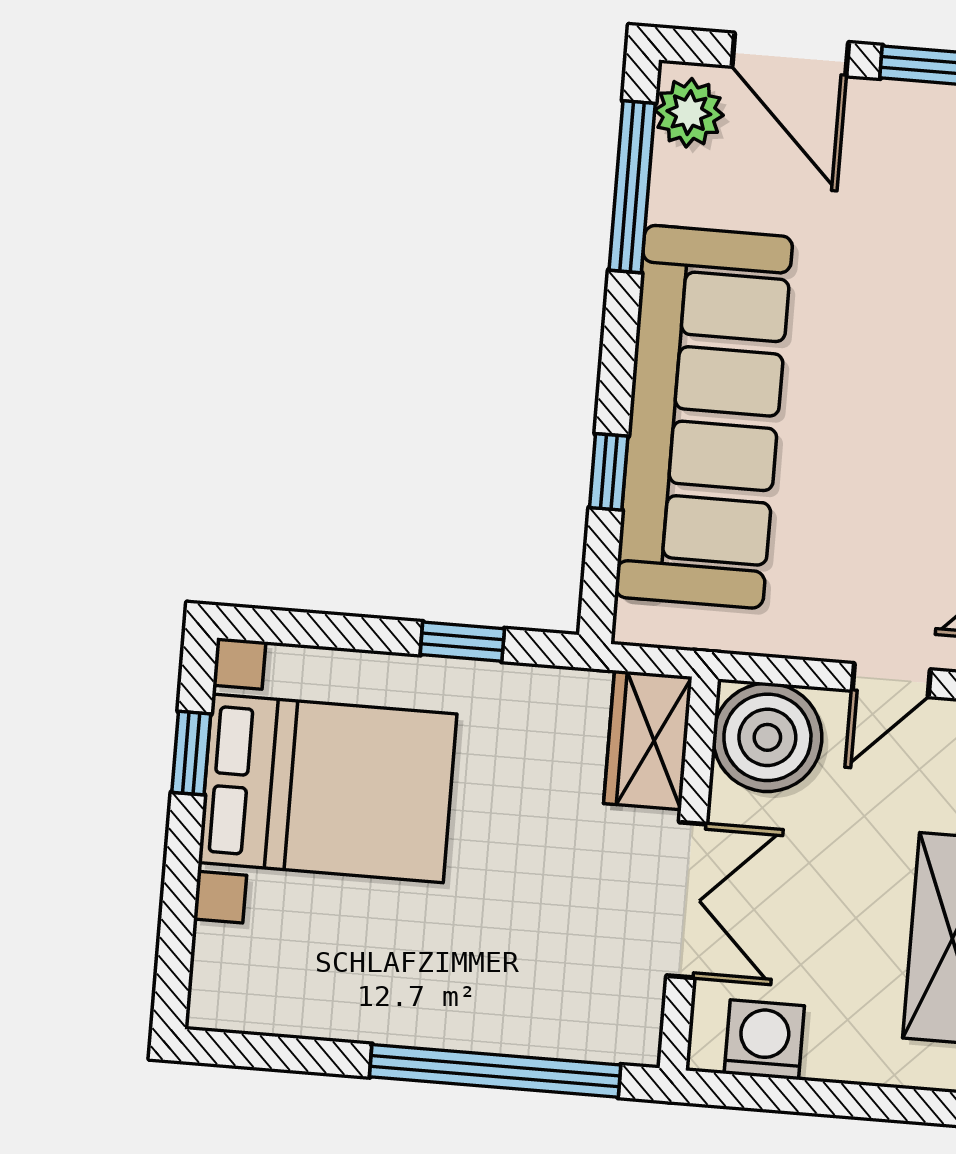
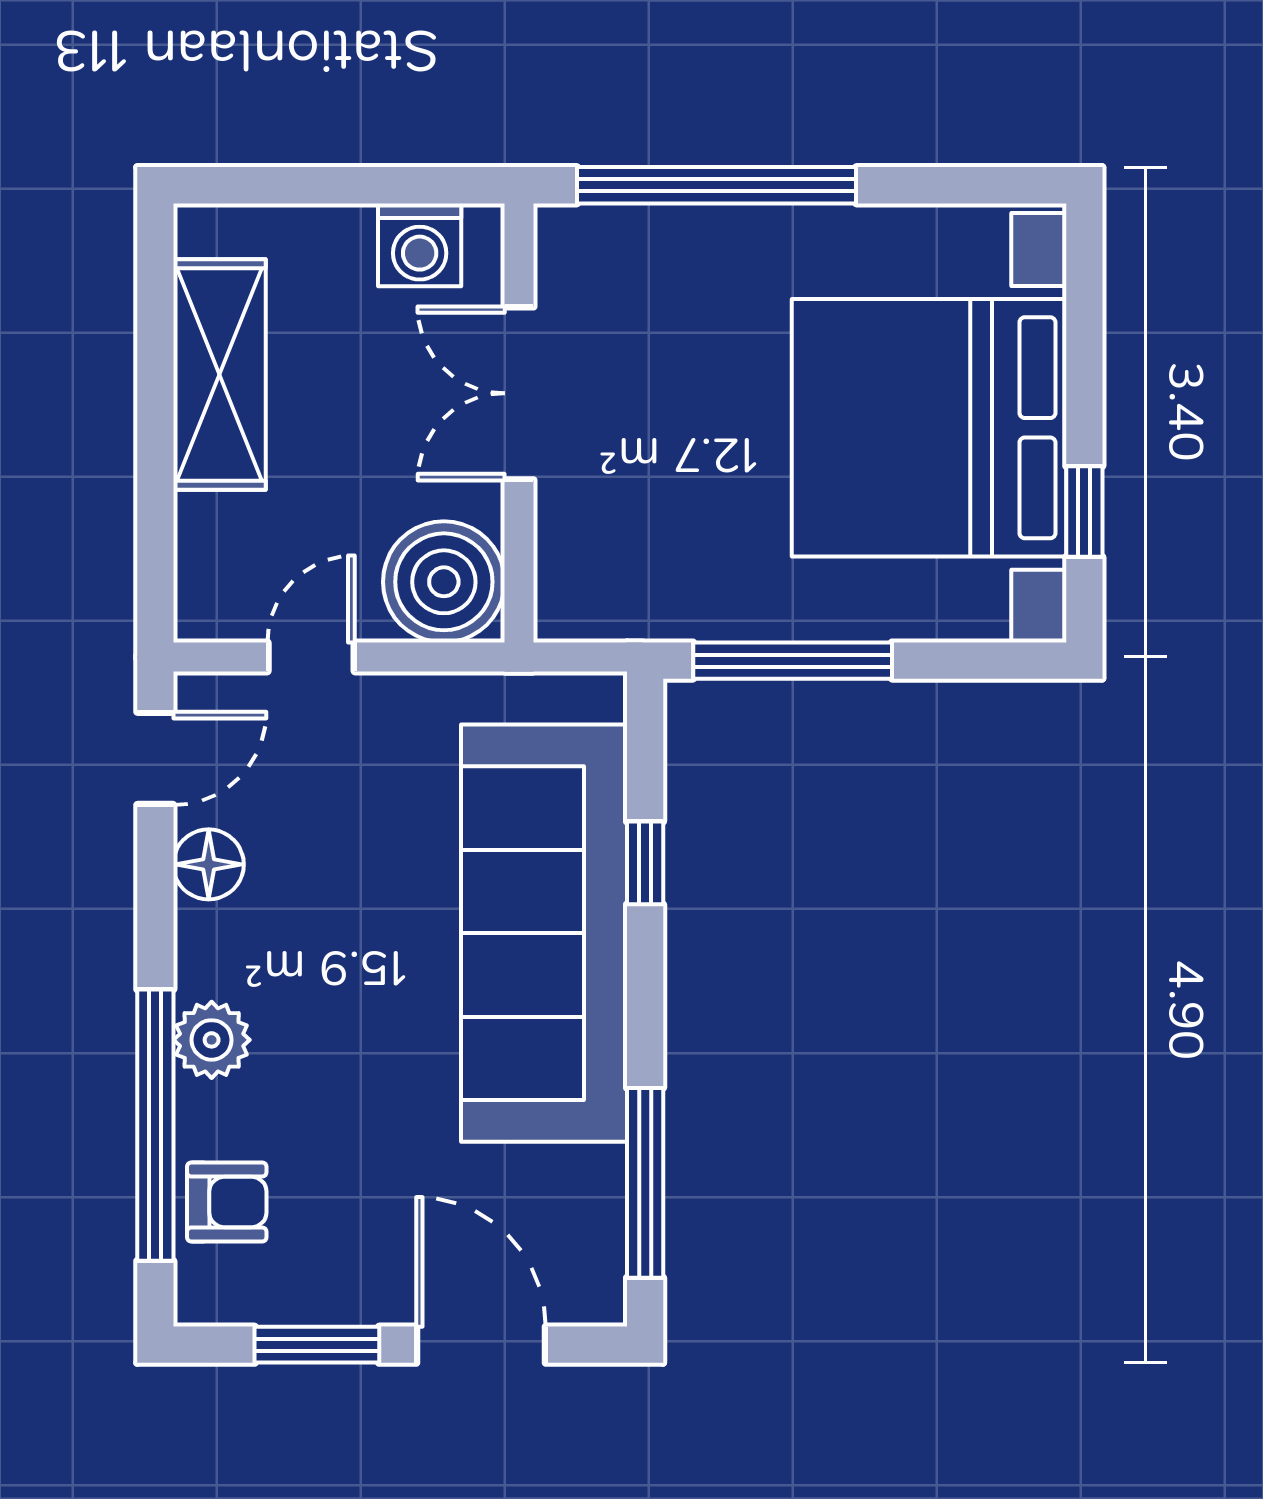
plant: (689, 113) -> (588, 1271), removed
window: (462, 642) -> (793, 661), width x2.17
wardrobe: (648, 740) -> (577, 568), removed
bed with nightstands: (328, 788) -> (929, 428), width x1.36

